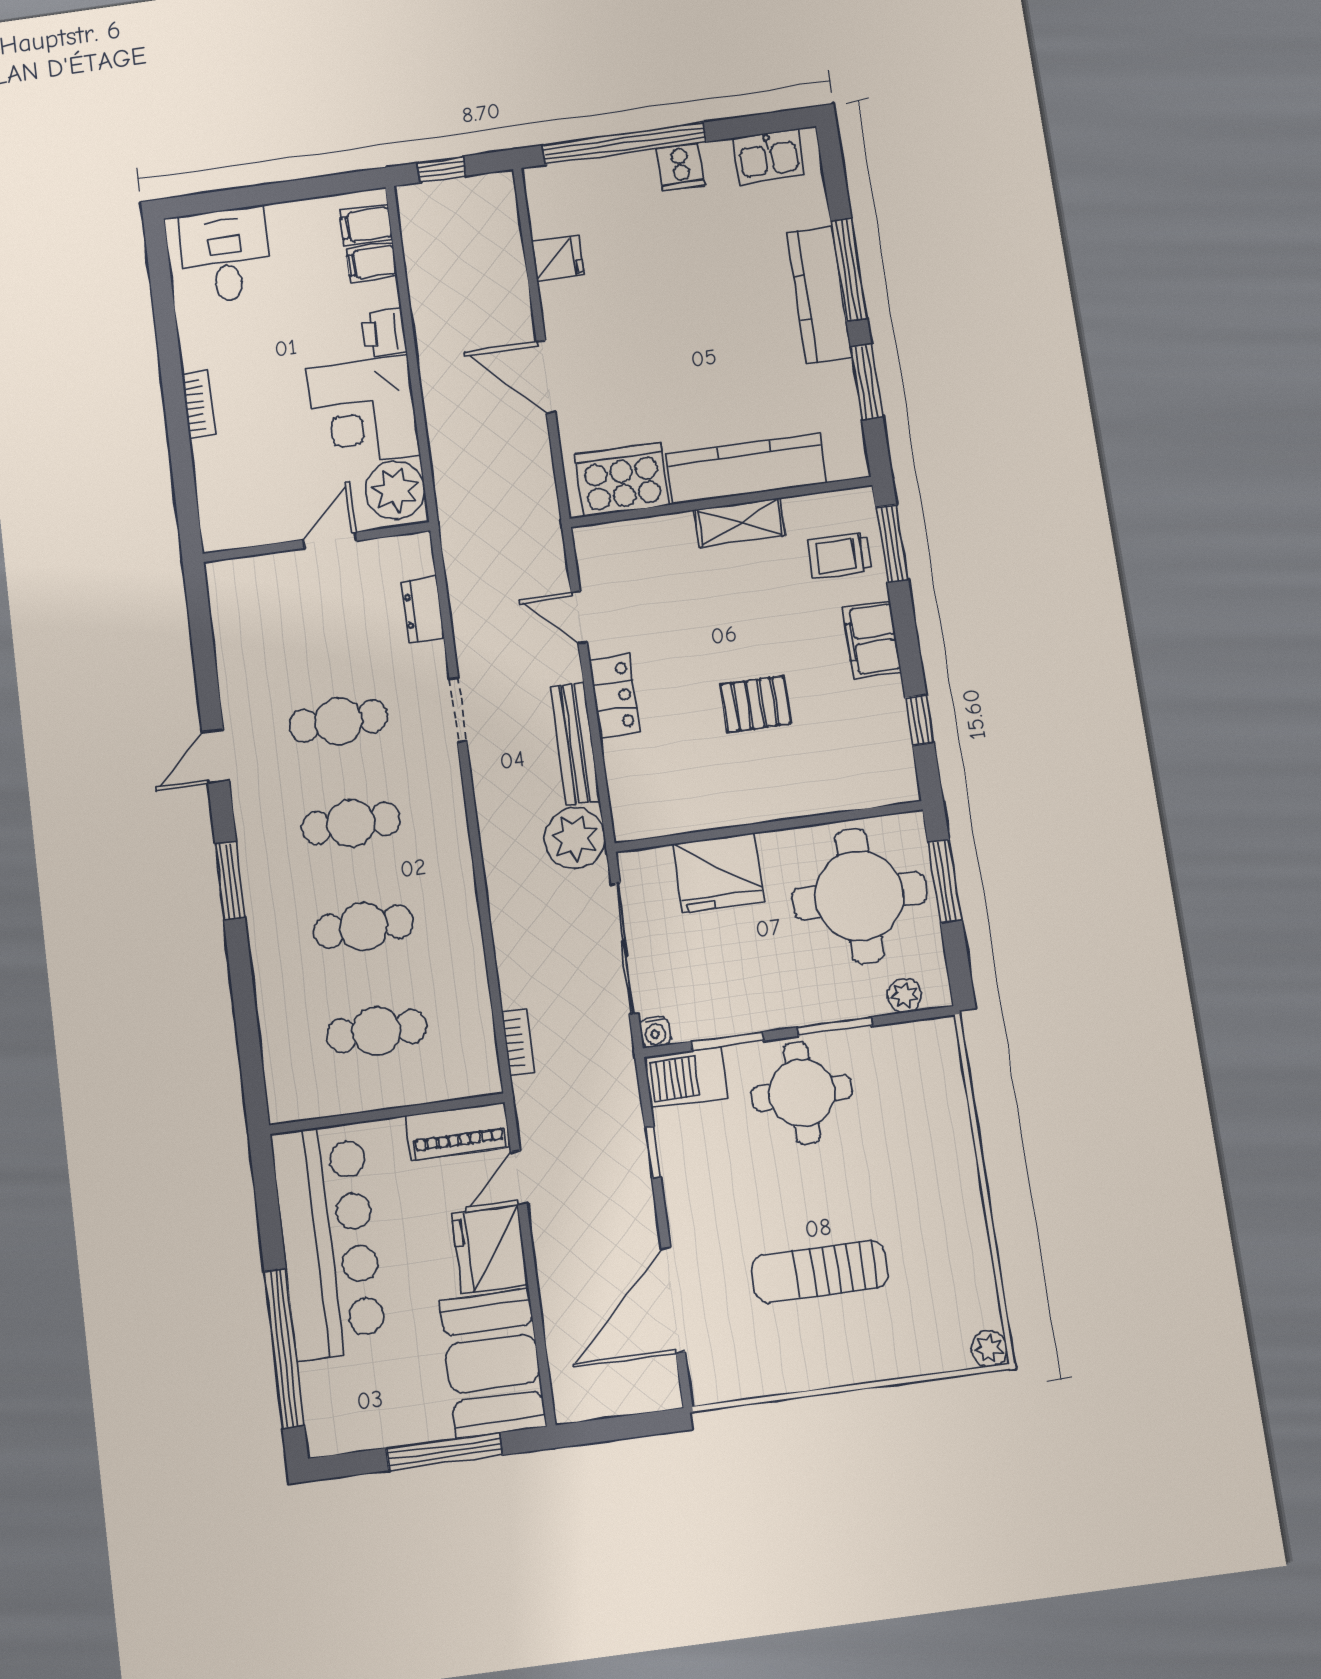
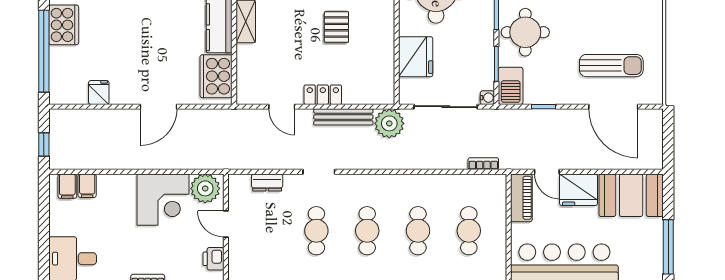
cooker: (680, 167) -> (64, 25), width x1.87, depth x1.31
printer: (384, 332) -> (213, 259), moved, turned 90
door: (579, 618) -> (282, 107), hinge flipped
sun lounger: (820, 1271) -> (611, 66), moved, turned -90
window: (444, 1452) -> (668, 247), moved

